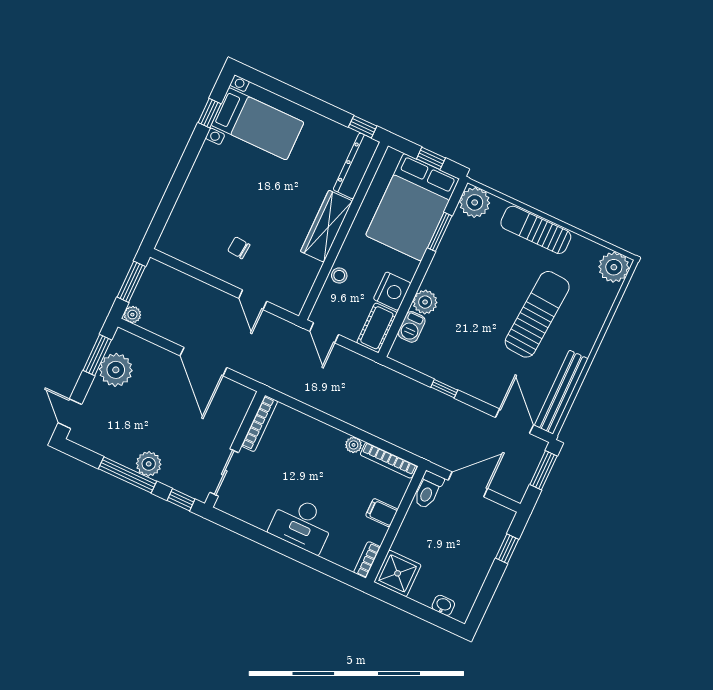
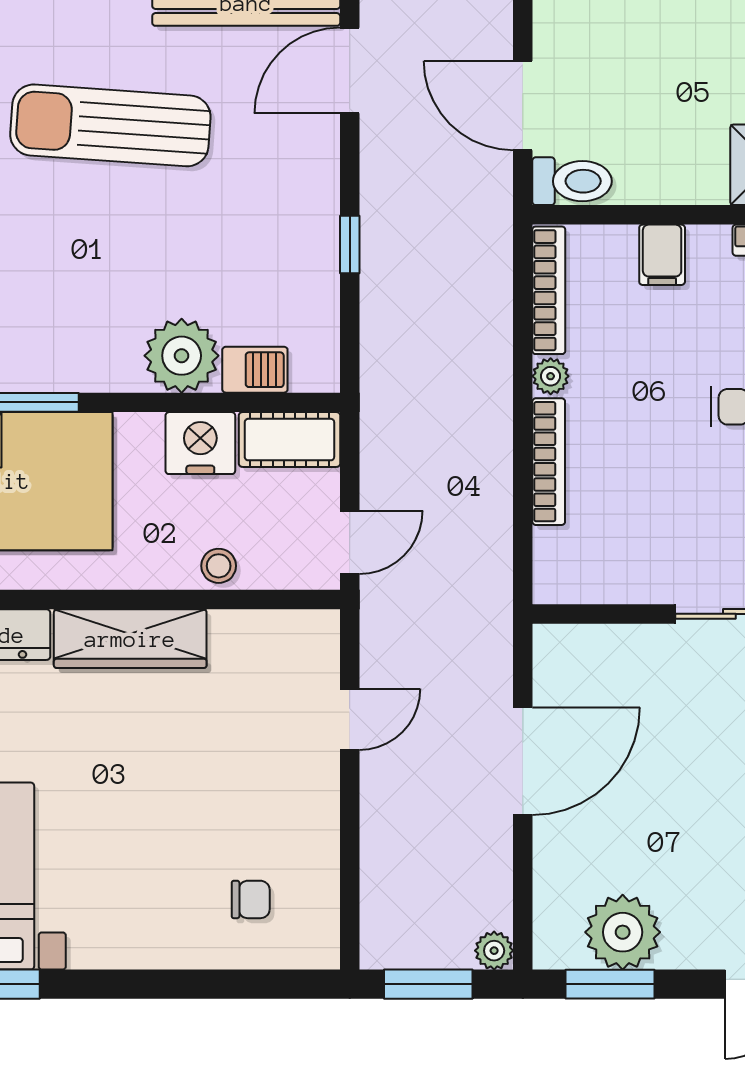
chair: (239, 248) -> (251, 899), moved, turned -95
plant: (425, 302) -> (182, 356), width x1.36, depth x1.36
bookcase: (260, 424) -> (549, 462), moved, turned 90

